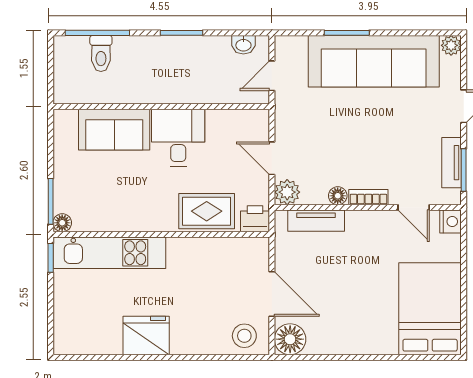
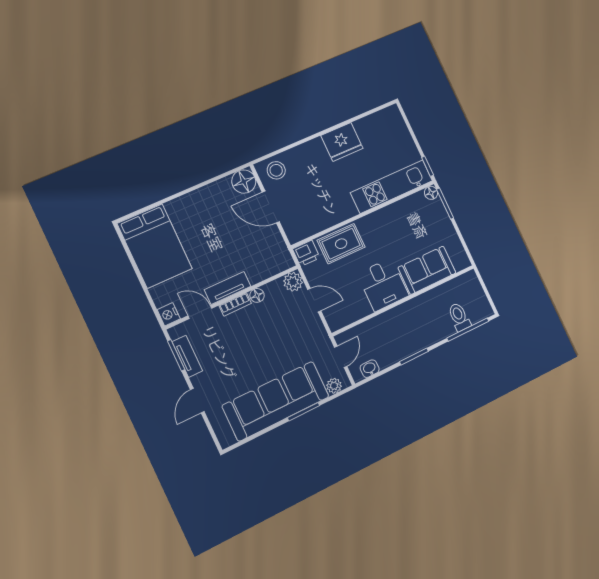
plant: (451, 45) -> (334, 386), moved
tv unit: (316, 221) -> (228, 288), moved

